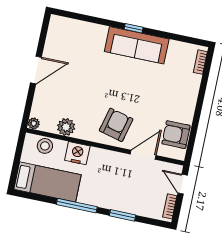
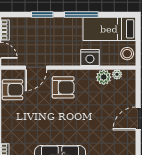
plant: (34, 123) -> (117, 74), moved
armchair: (116, 125) -> (63, 87), turned -104
stool: (45, 146) -> (127, 54), moved

